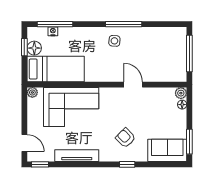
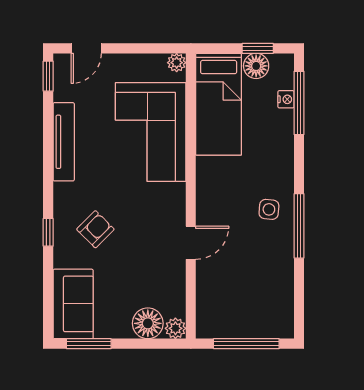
floor lamp: (182, 105) -> (148, 323), width x1.89, depth x1.89

